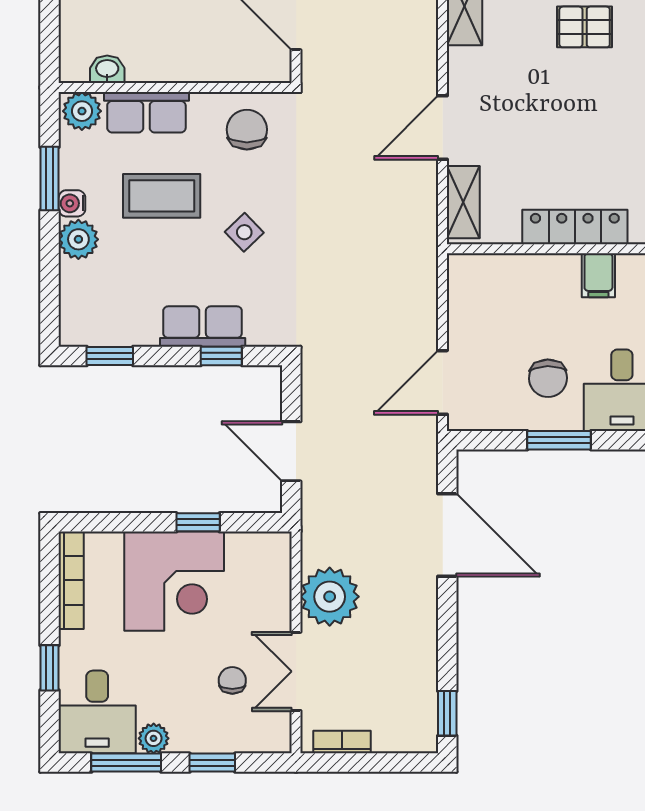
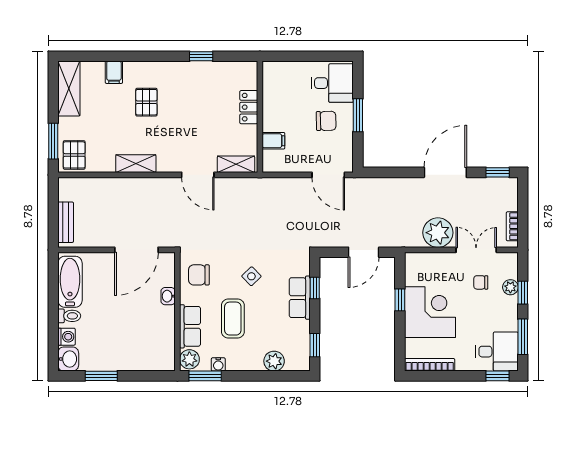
washbasin: (107, 69) -> (168, 296), moved
window: (50, 179) -> (205, 376), moved
water cooler: (72, 203) -> (218, 364), moved
locker: (575, 227) -> (249, 107), width x0.66
plant: (78, 239) -> (274, 361), moved
filing cabinet: (598, 275) -> (273, 141), moved
door: (447, 535) -> (445, 172), moved
window: (50, 668) -> (498, 376), moved
double door: (296, 671) -> (476, 250), swing flipped
plant: (154, 738) -> (510, 287), moved

